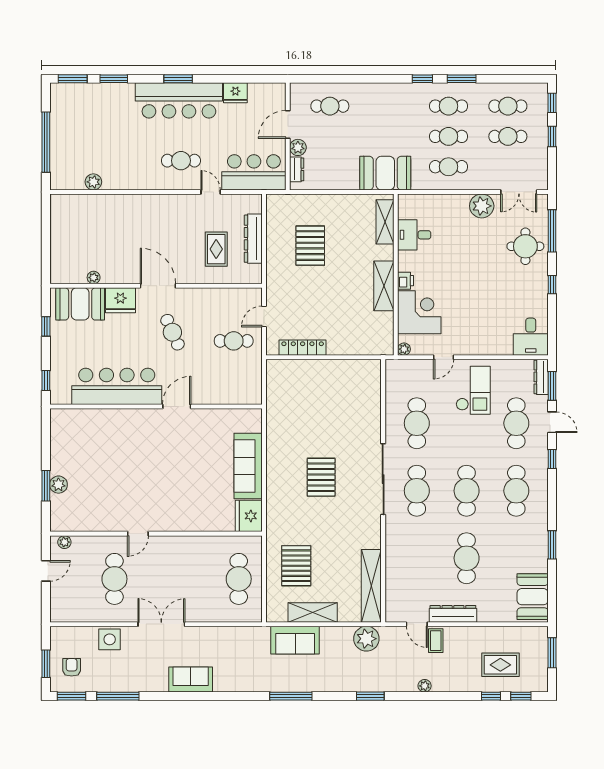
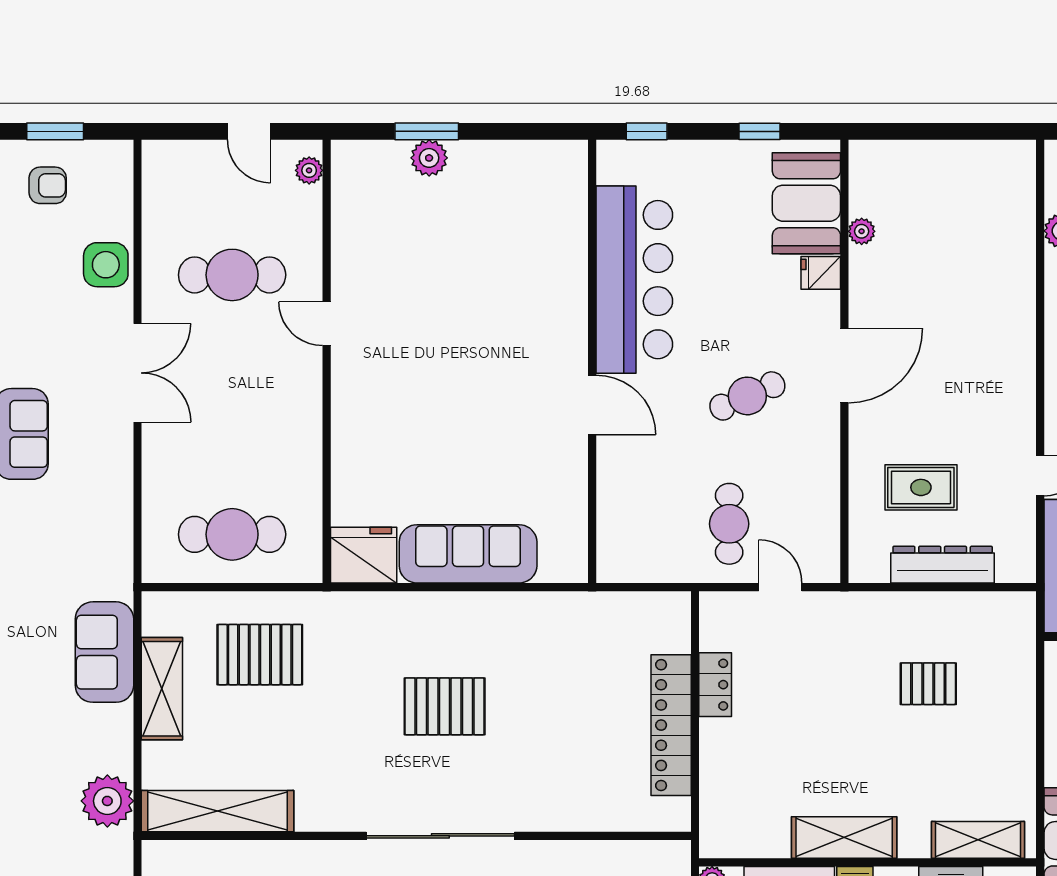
pallet: (310, 246) -> (928, 684), width x0.67, depth x0.71
fridge: (120, 300) -> (821, 273), width x0.53, depth x0.75
locker: (303, 348) -> (715, 685), width x0.66
locker: (330, 369) -> (671, 725), added

